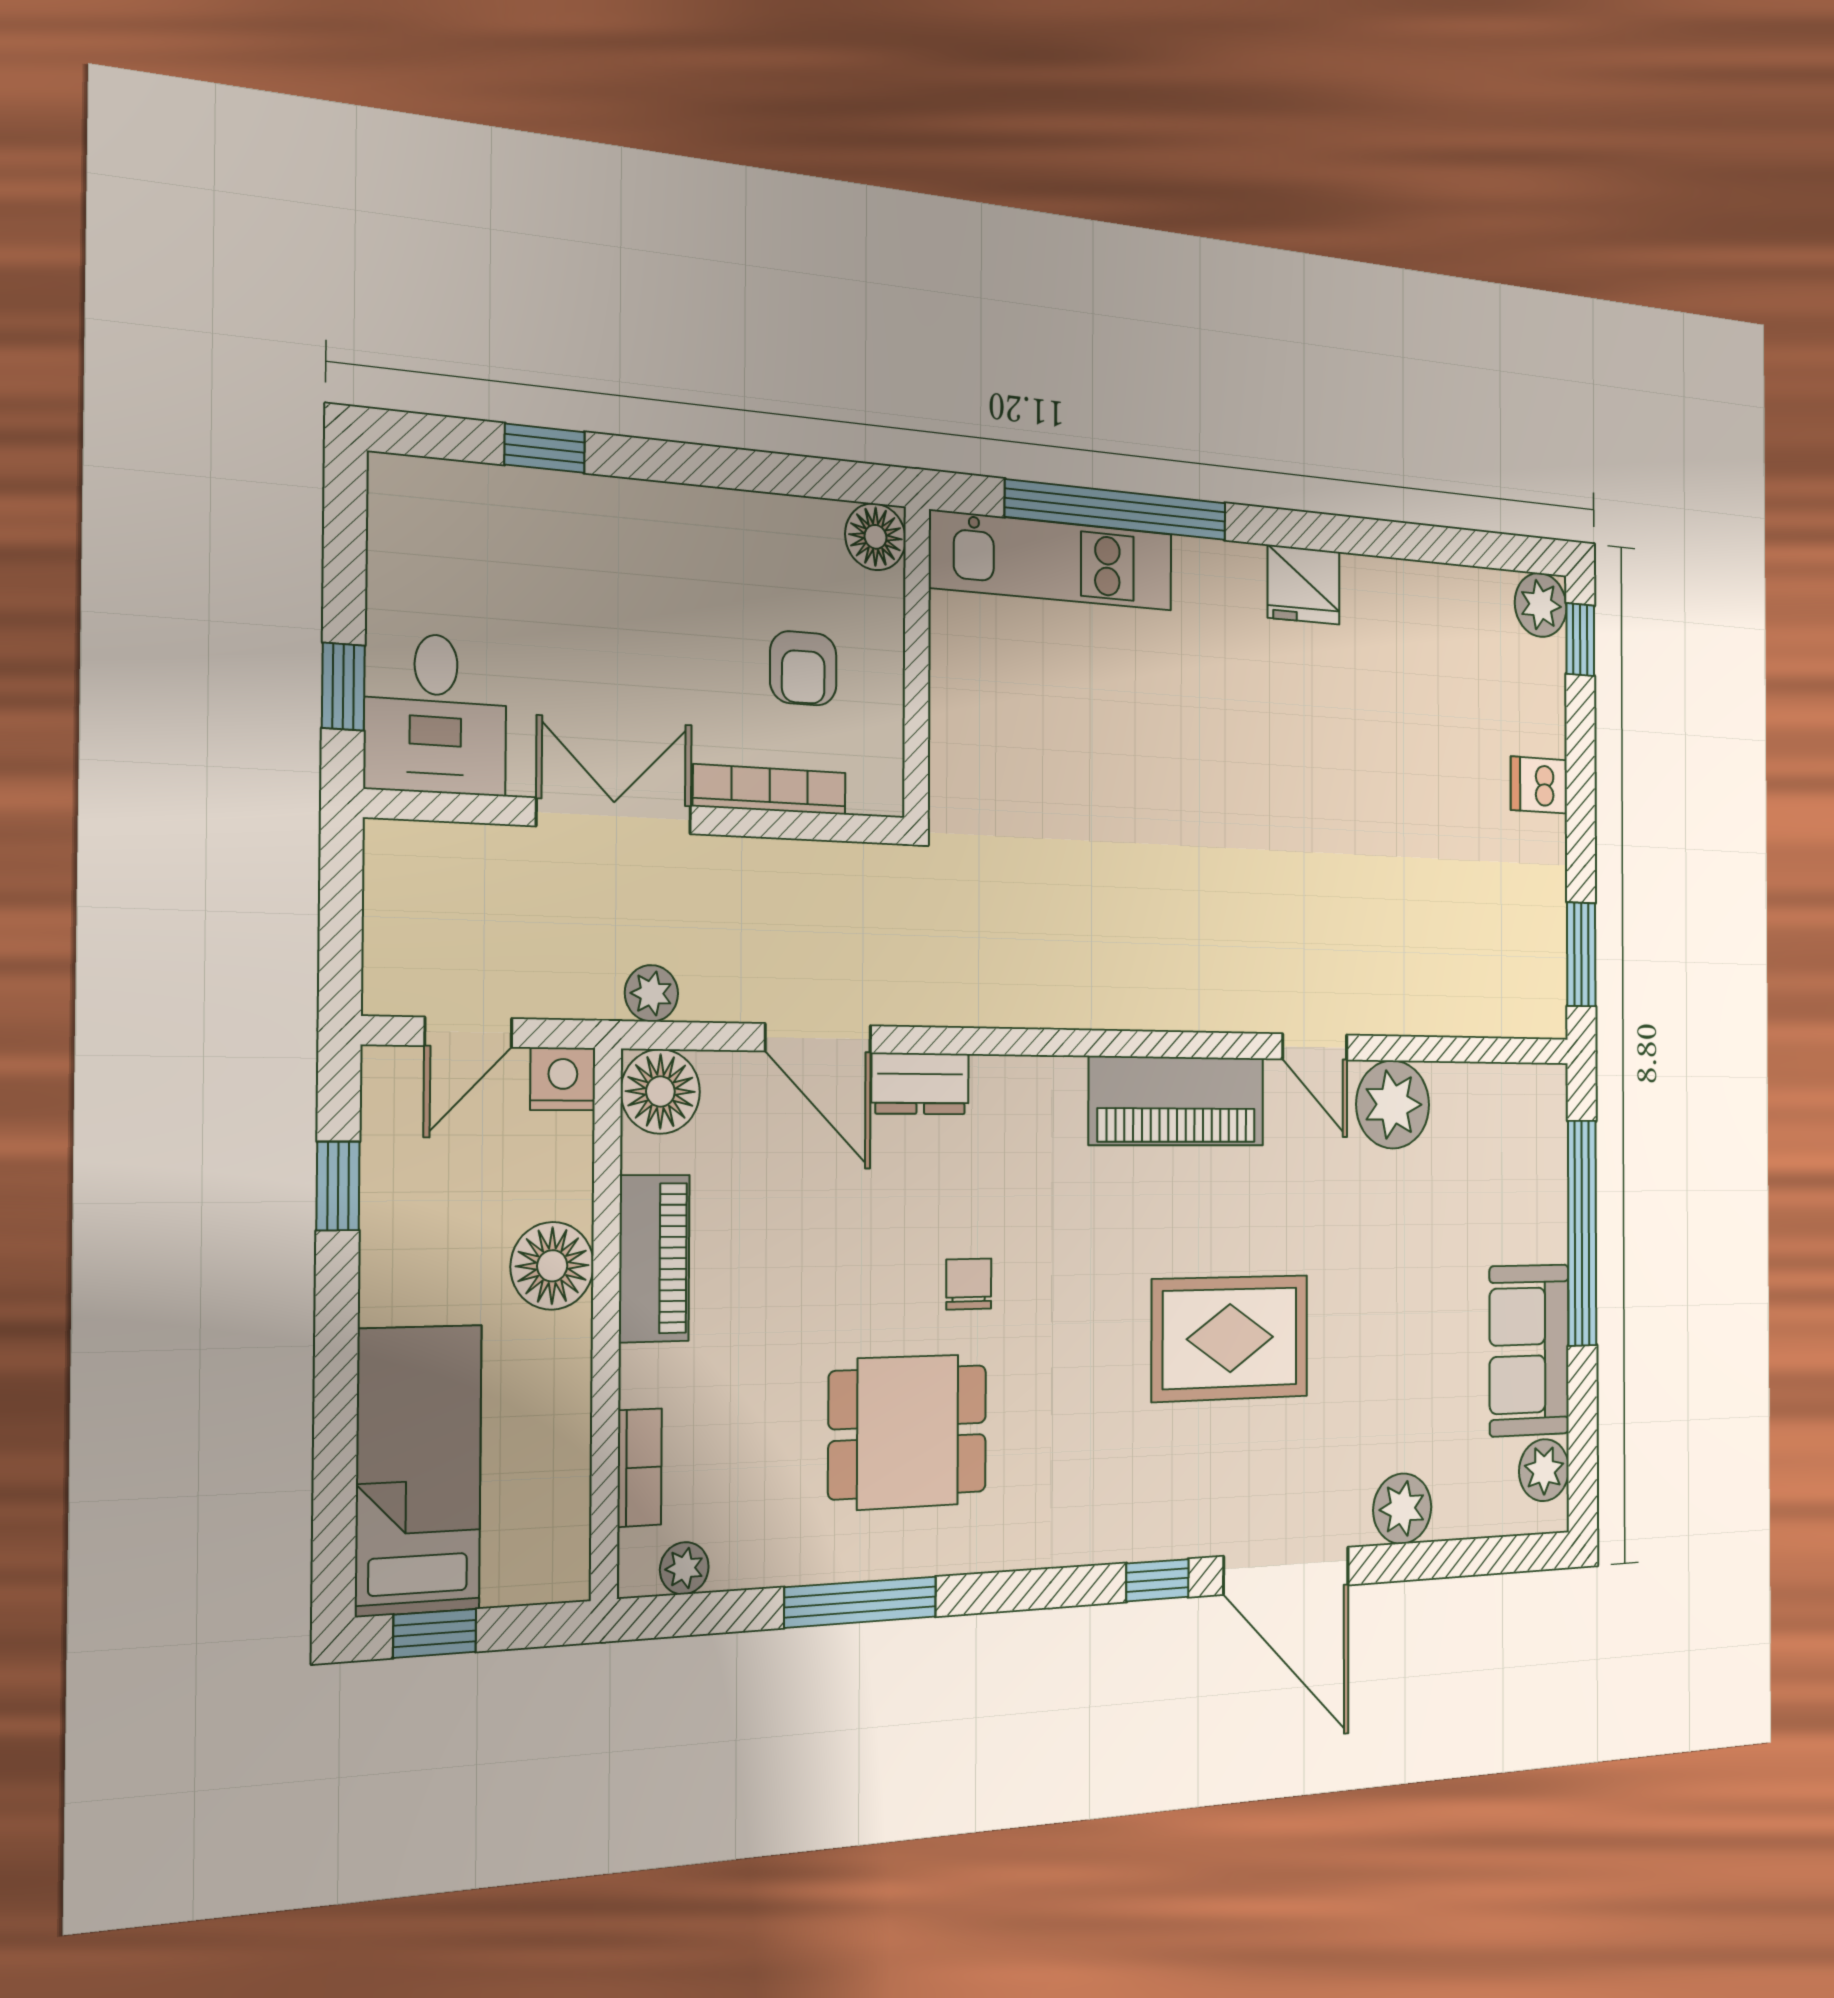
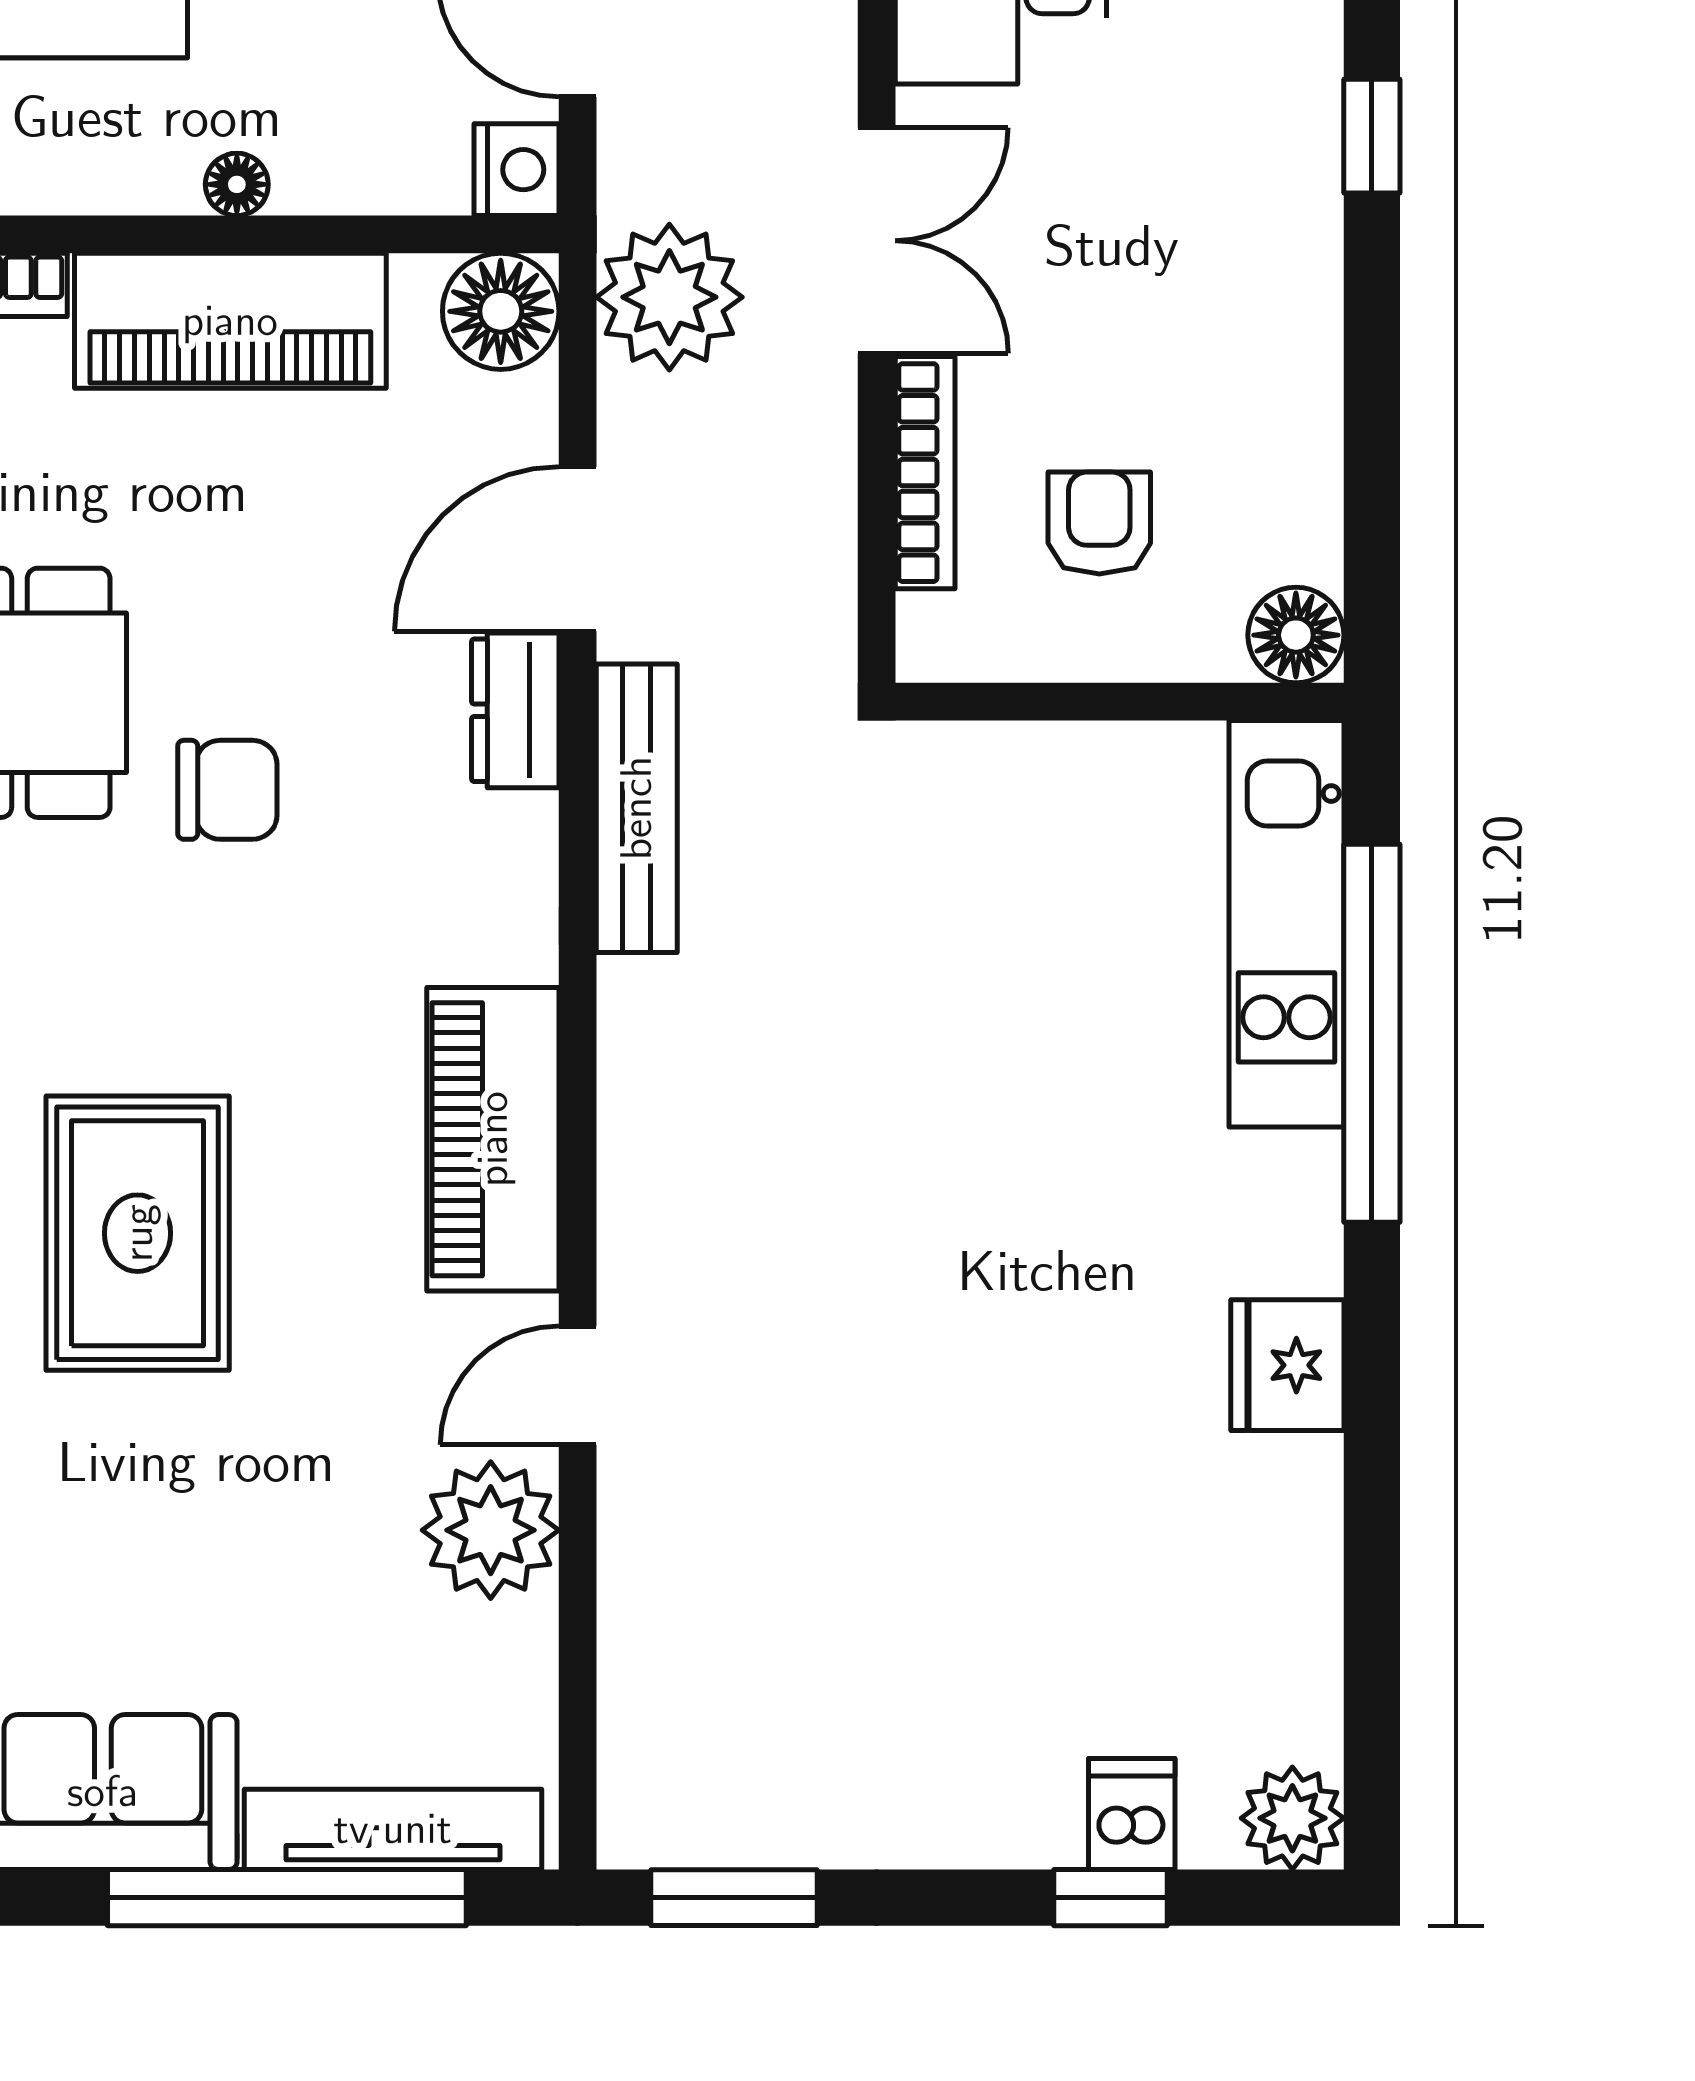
window: (1580, 640) -> (1110, 1898), moved
armchair: (803, 668) -> (1099, 523), turned 90
dishwasher: (1539, 785) -> (1132, 1814), moved
plant: (651, 993) -> (669, 297), width x1.88, depth x1.88
bench: (981, 1000) -> (637, 808), added
tv unit: (1548, 1167) -> (393, 1829), added
piano: (654, 1258) -> (230, 321), width x1.37, depth x1.33
floor lamp: (552, 1266) -> (237, 184), width x0.53, depth x0.53
chair: (969, 1284) -> (227, 790), width x1.37, depth x1.37

